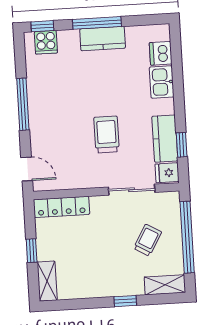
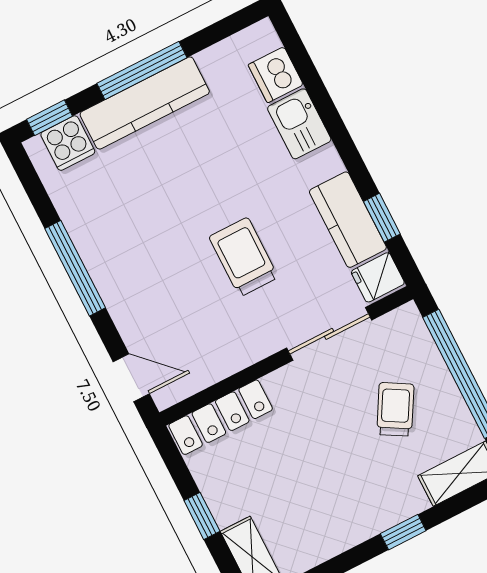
kitchen counter: (103, 39) -> (145, 103), width x1.50

